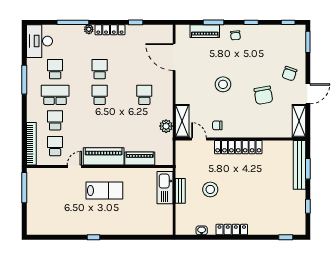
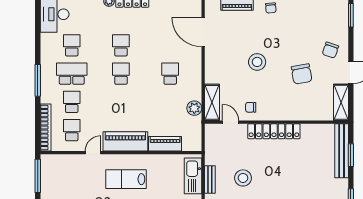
window: (24, 80) -> (38, 80), moved
lab bench: (104, 191) -> (126, 179), turned 180

